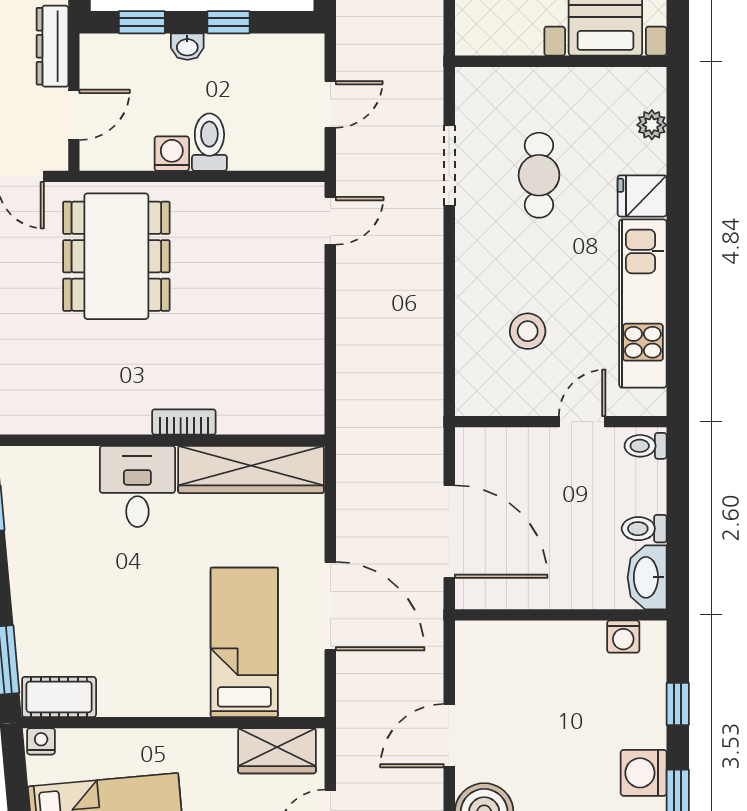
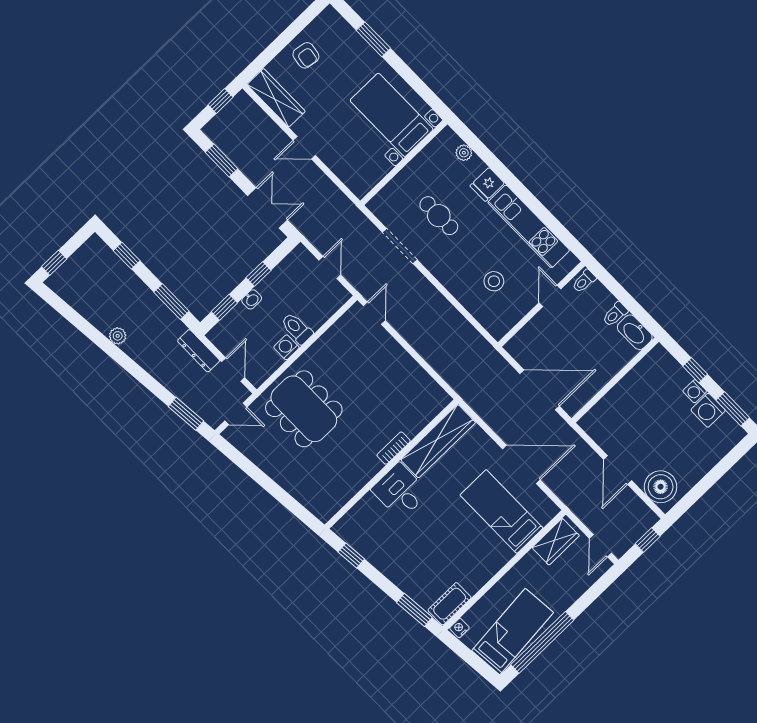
washing machine: (623, 637) -> (695, 391), moved, turned 90

